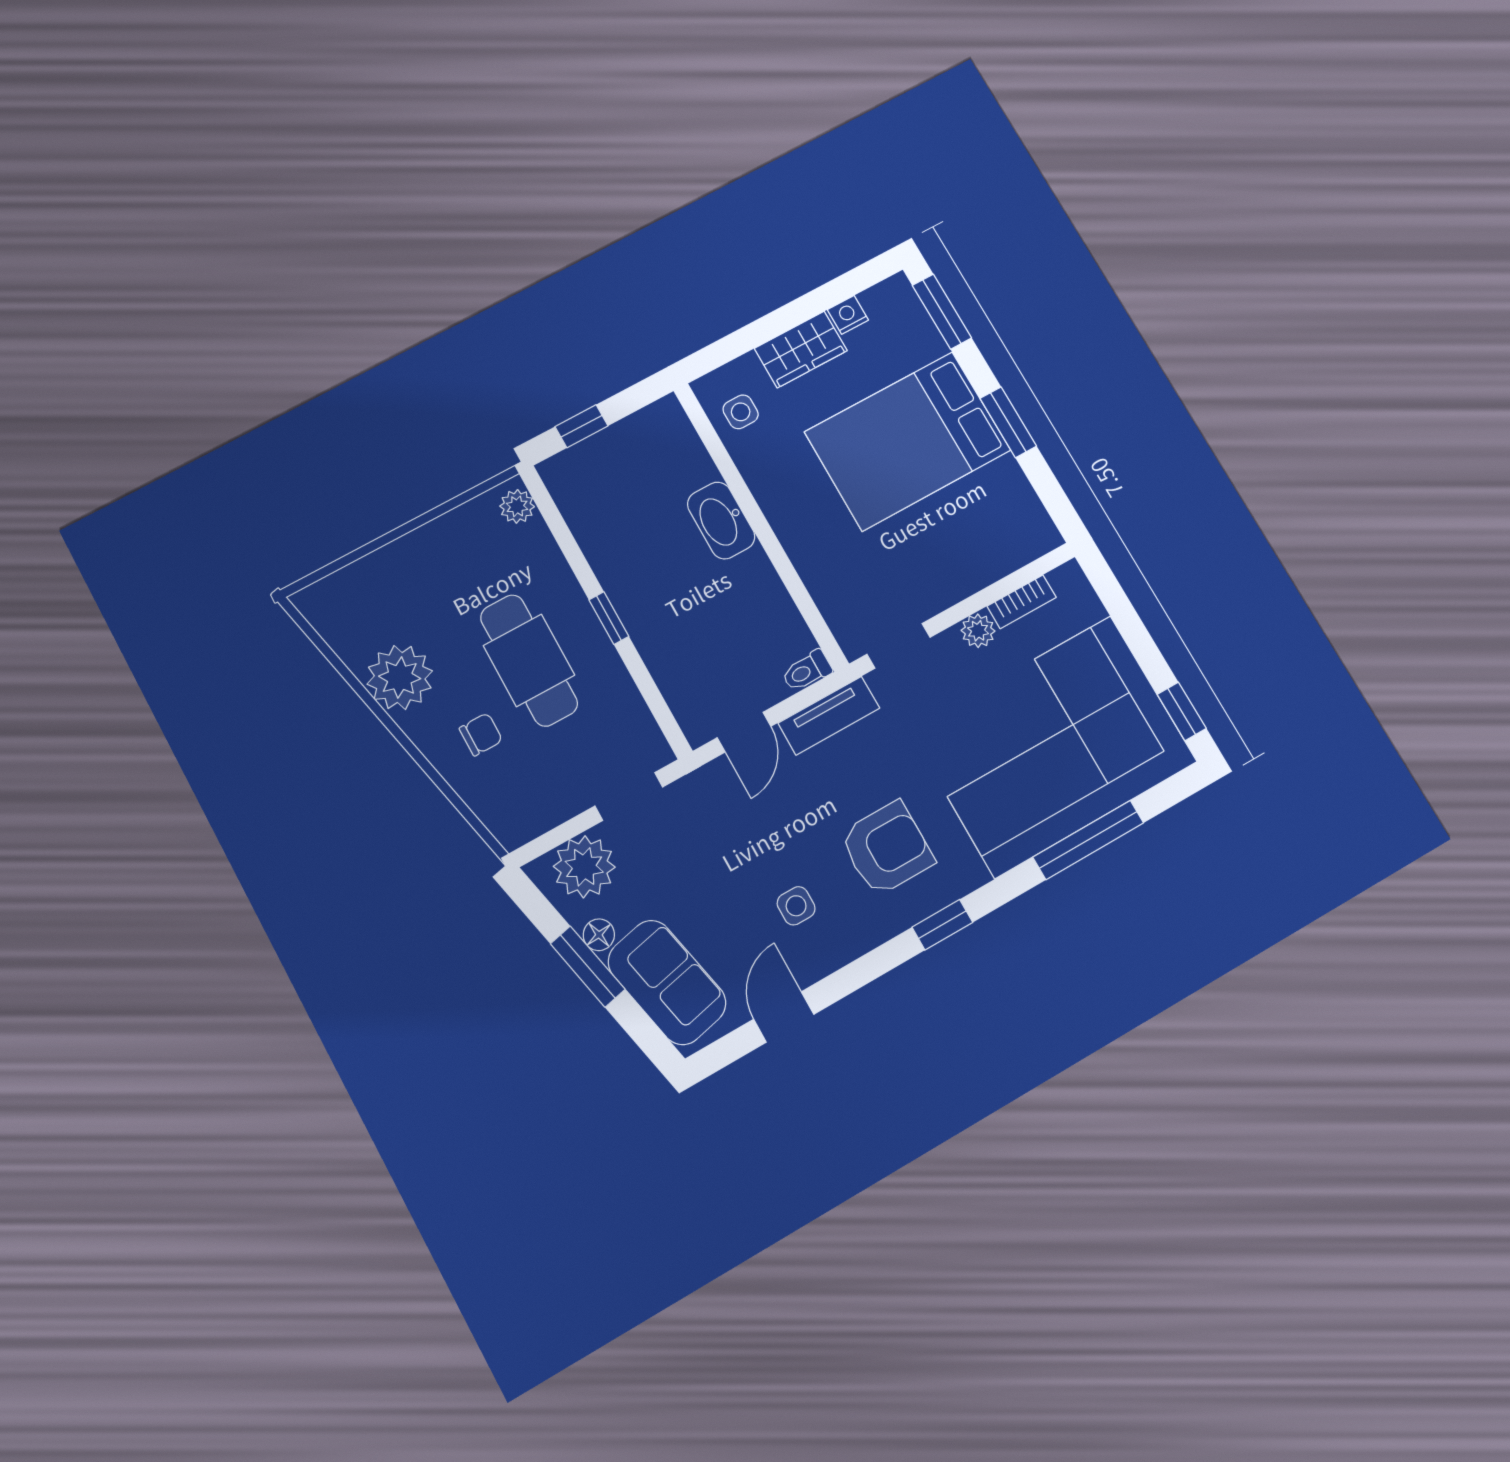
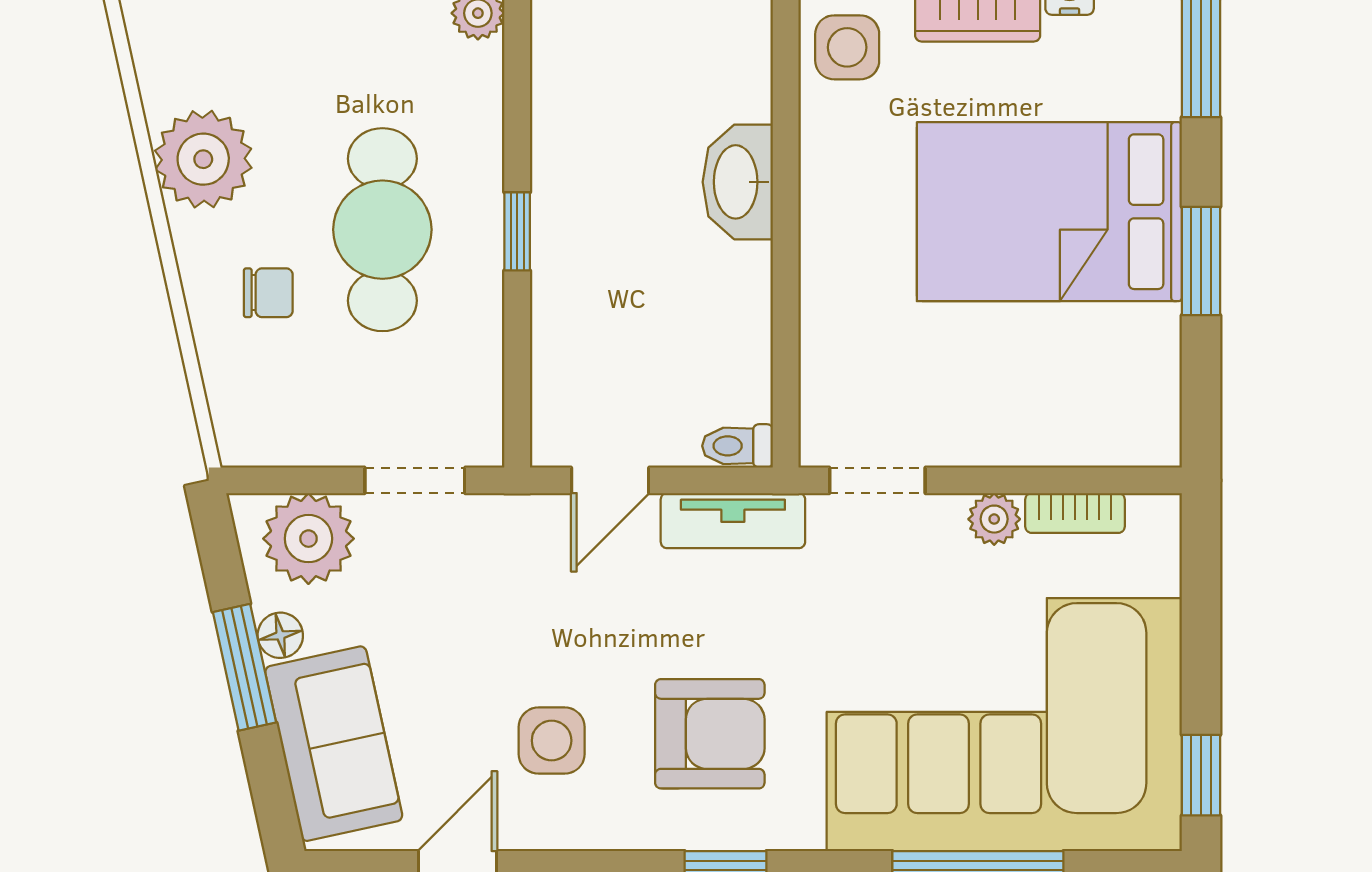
side table: (741, 412) -> (847, 47), width x1.37, depth x1.37
side table: (796, 906) -> (552, 741), width x1.37, depth x1.37

